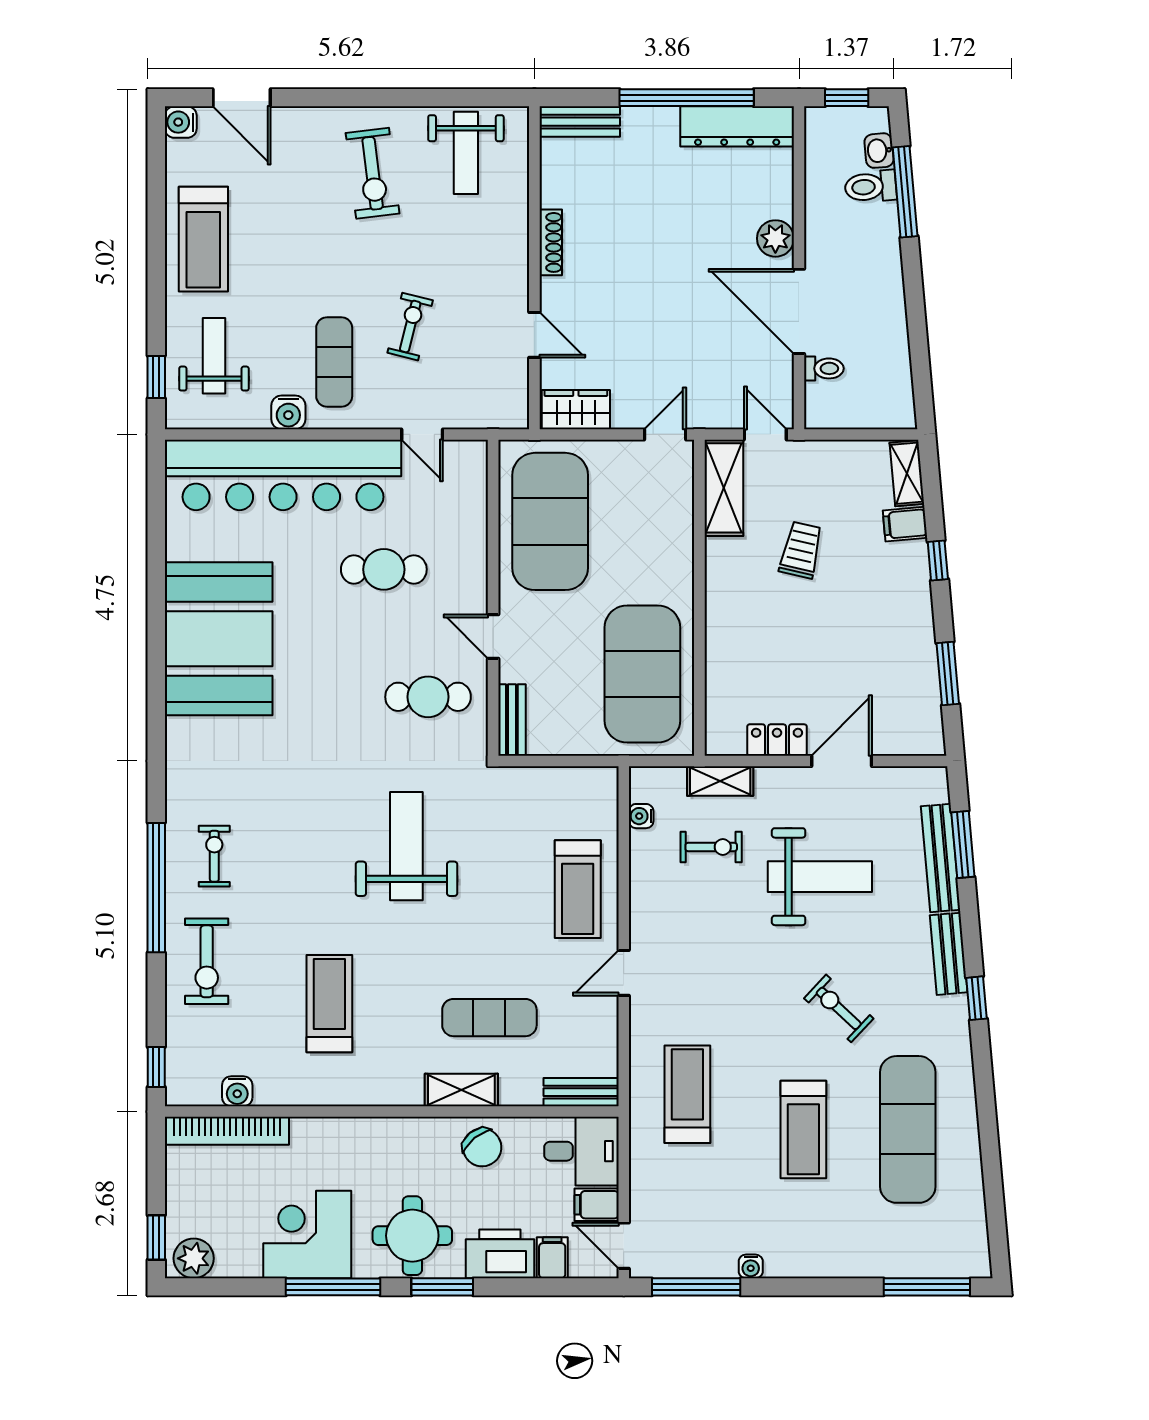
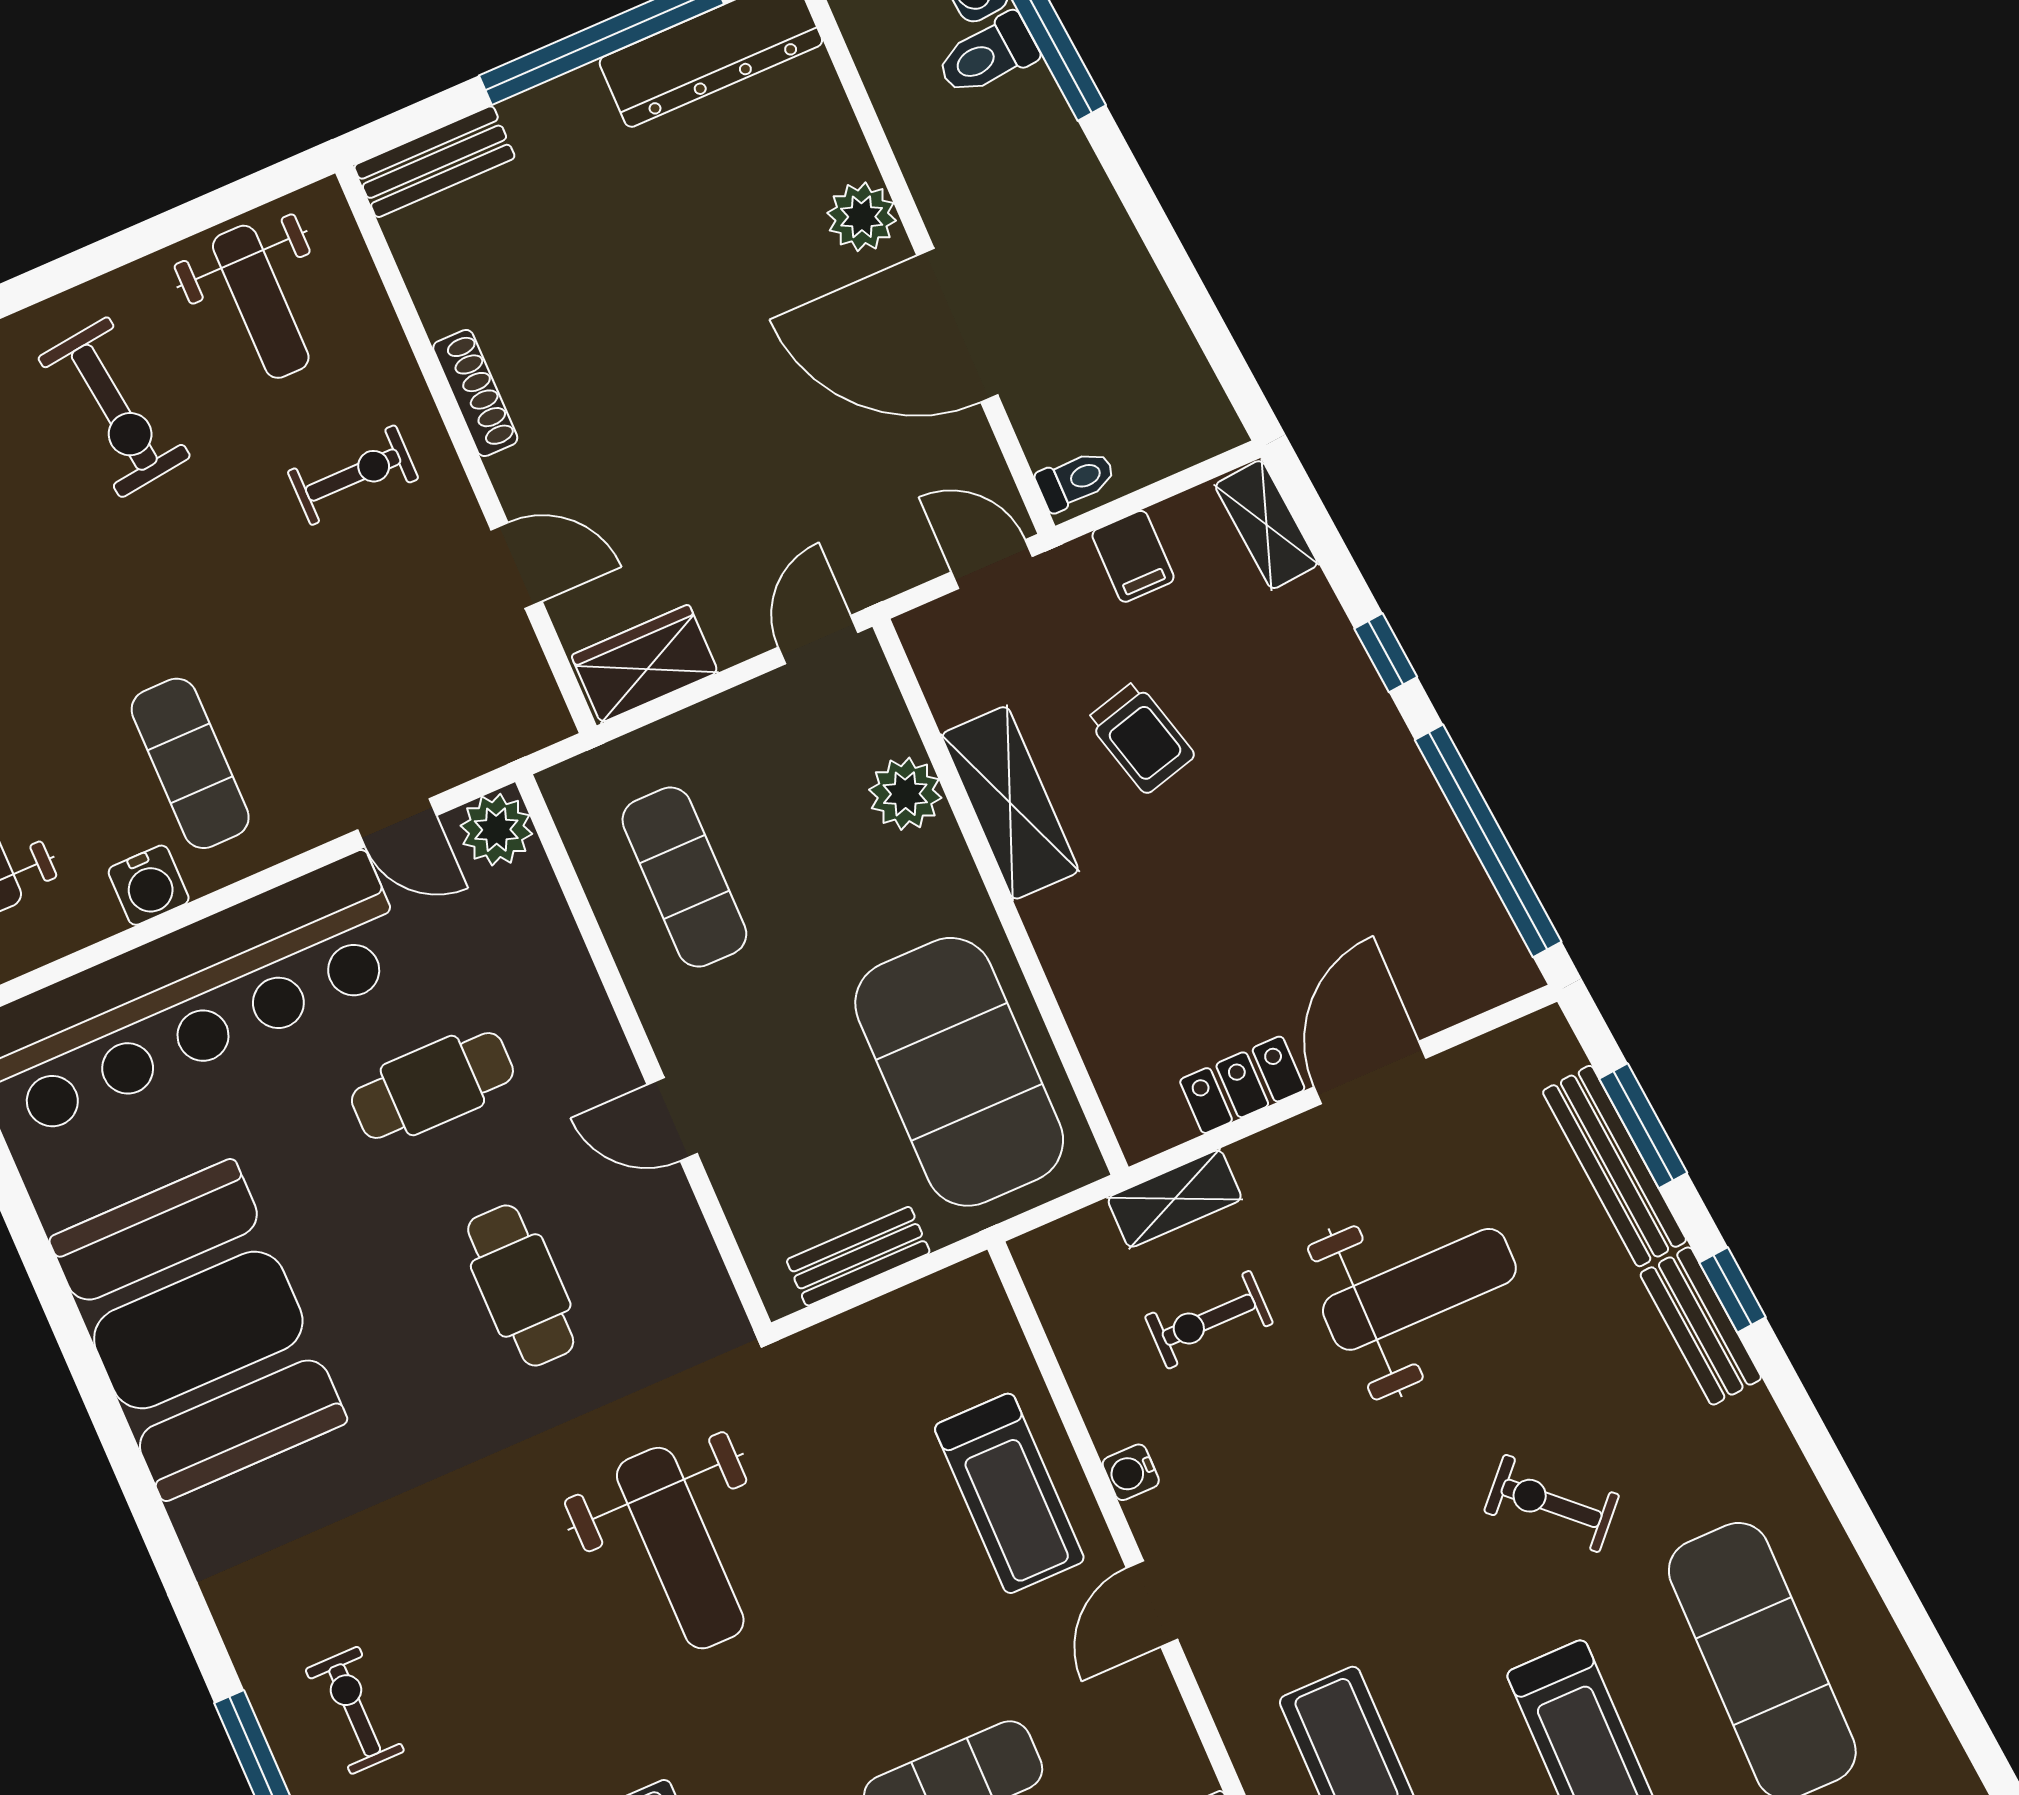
exercise bike: (410, 327) -> (353, 475), moved, turned 76
toilet: (824, 368) -> (1076, 480), moved
plant: (469, 459) -> (496, 830), added
shelving: (724, 488) -> (1010, 803), moved
exercise mat: (550, 521) -> (684, 877), width x0.50, depth x0.69
filing cabinet: (905, 524) -> (1133, 556), moved, turned -85
plant: (675, 528) -> (905, 794), added
trolley: (801, 550) -> (1141, 737), turned 152
window: (948, 673) -> (1488, 841), width x2.11
cafe table: (428, 697) -> (521, 1285), moved, turned 90
bench: (512, 720) -> (858, 1256), moved, turned 90
water cooler: (641, 816) -> (1131, 1472), moved
weight bench: (406, 846) -> (680, 1548), turned 180
exercise bike: (711, 847) -> (1209, 1320), turned 180
window: (977, 998) -> (1733, 1290), moved

